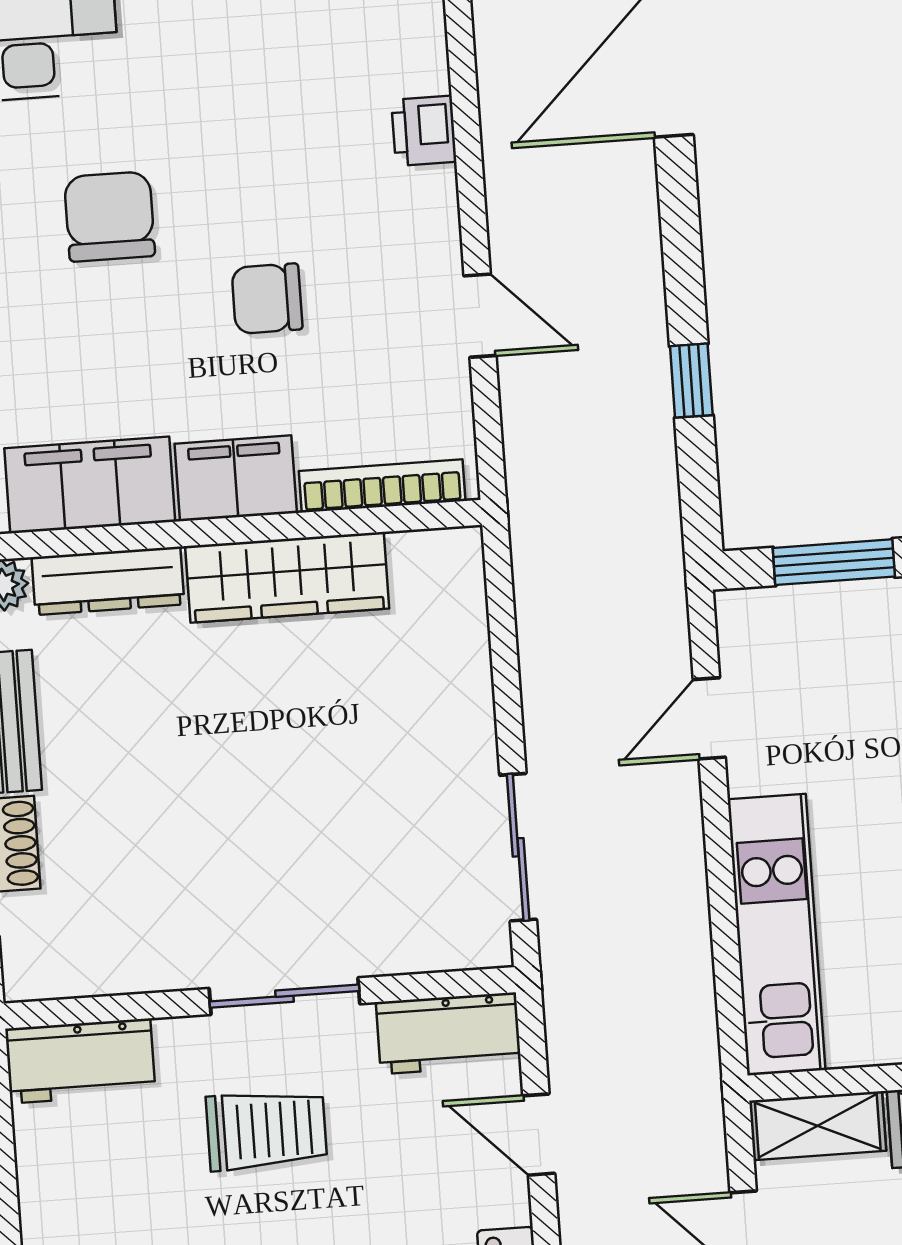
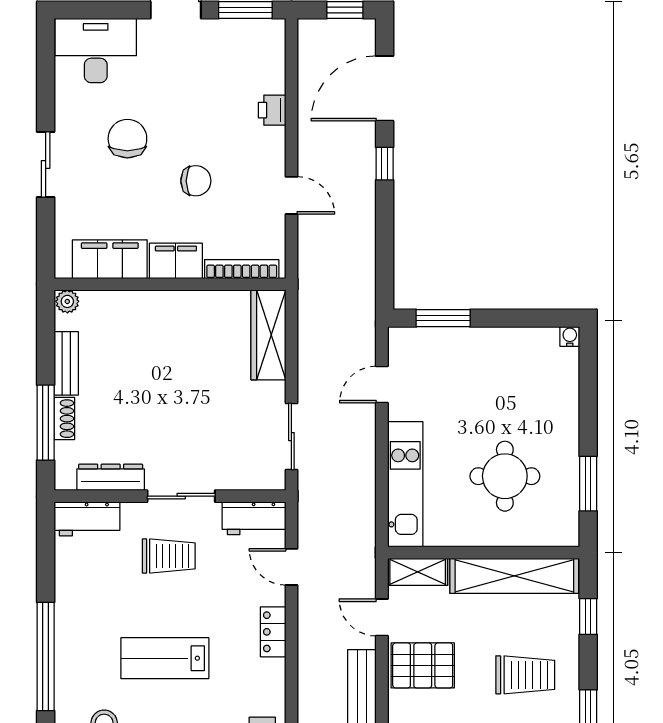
chair: (267, 299) -> (196, 181), turned 180
window: (691, 381) -> (385, 164), moved
wardrobe: (287, 577) -> (268, 335), moved, turned 90
dresser: (108, 581) -> (111, 477), moved, turned 180

